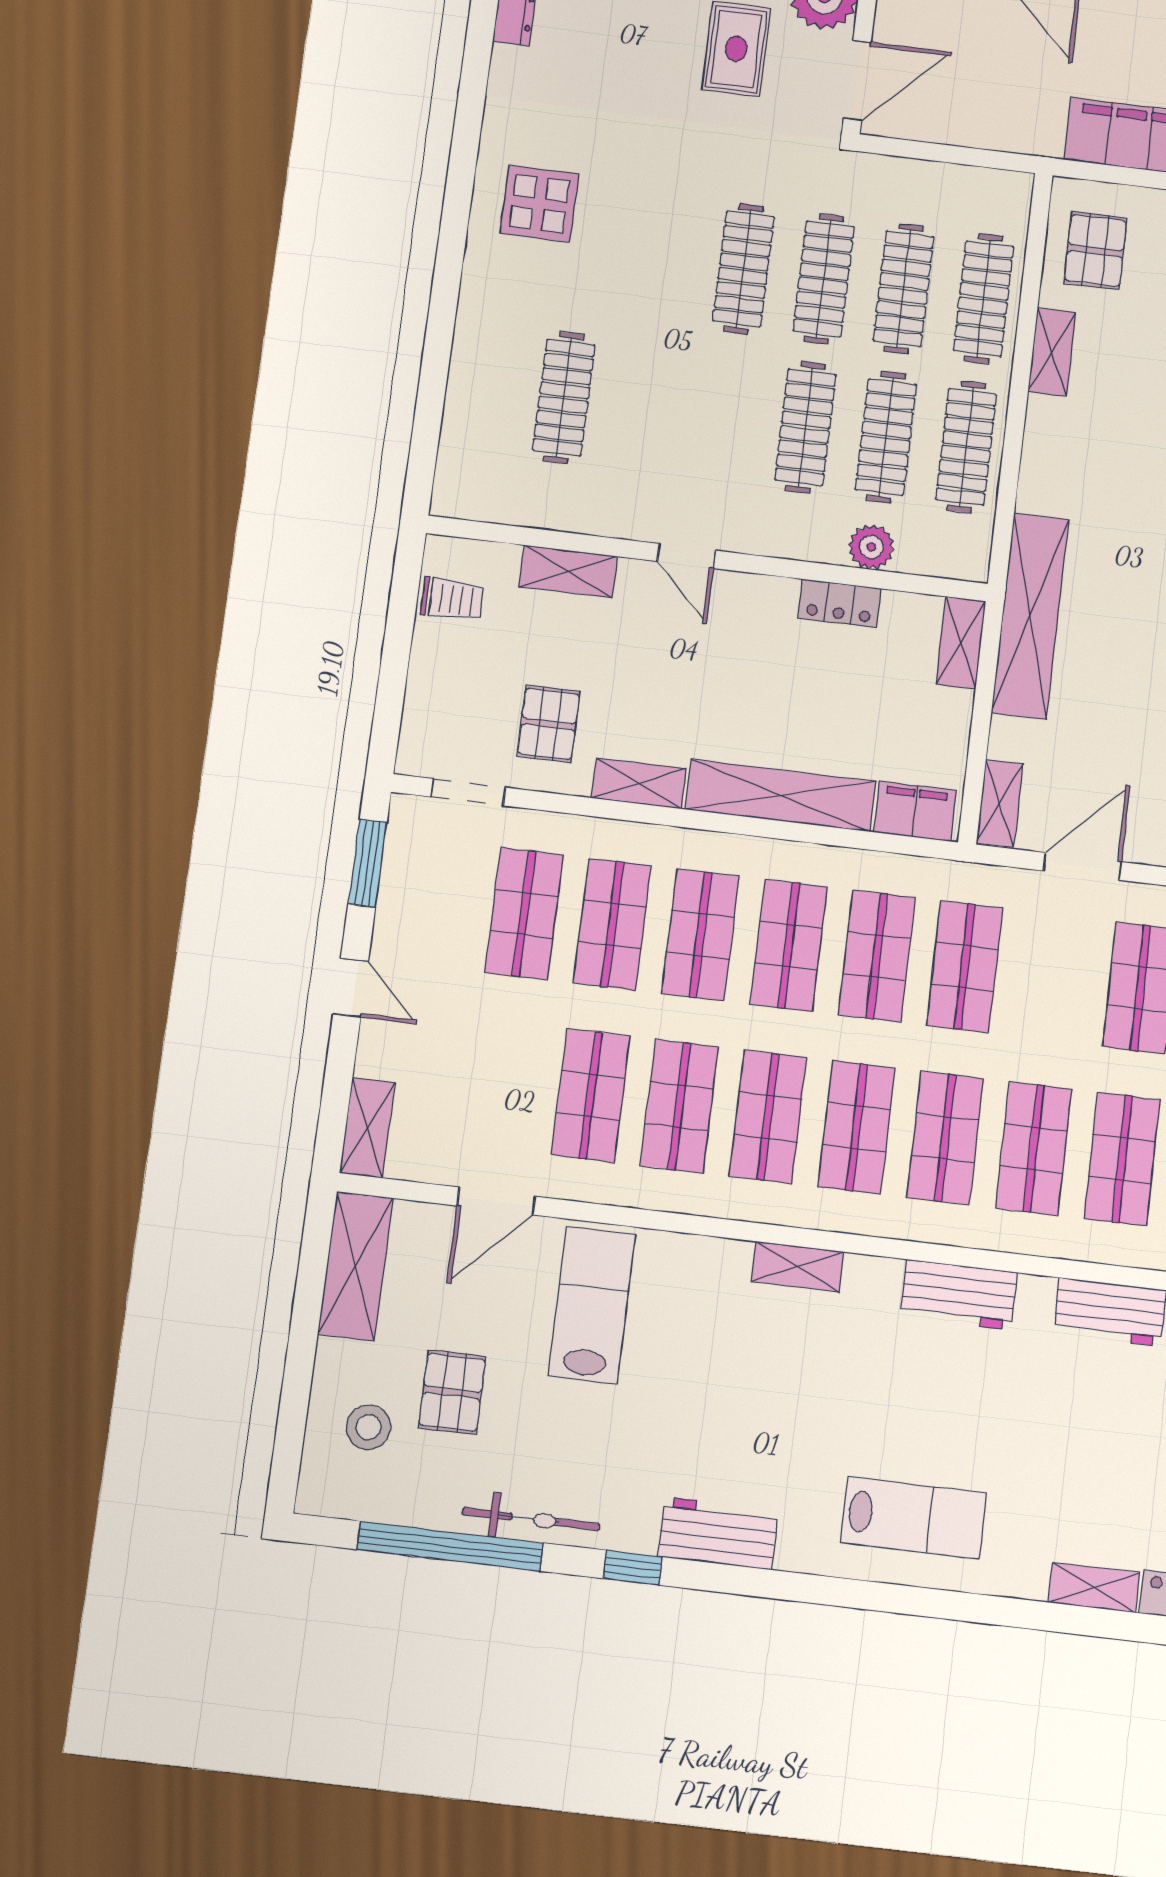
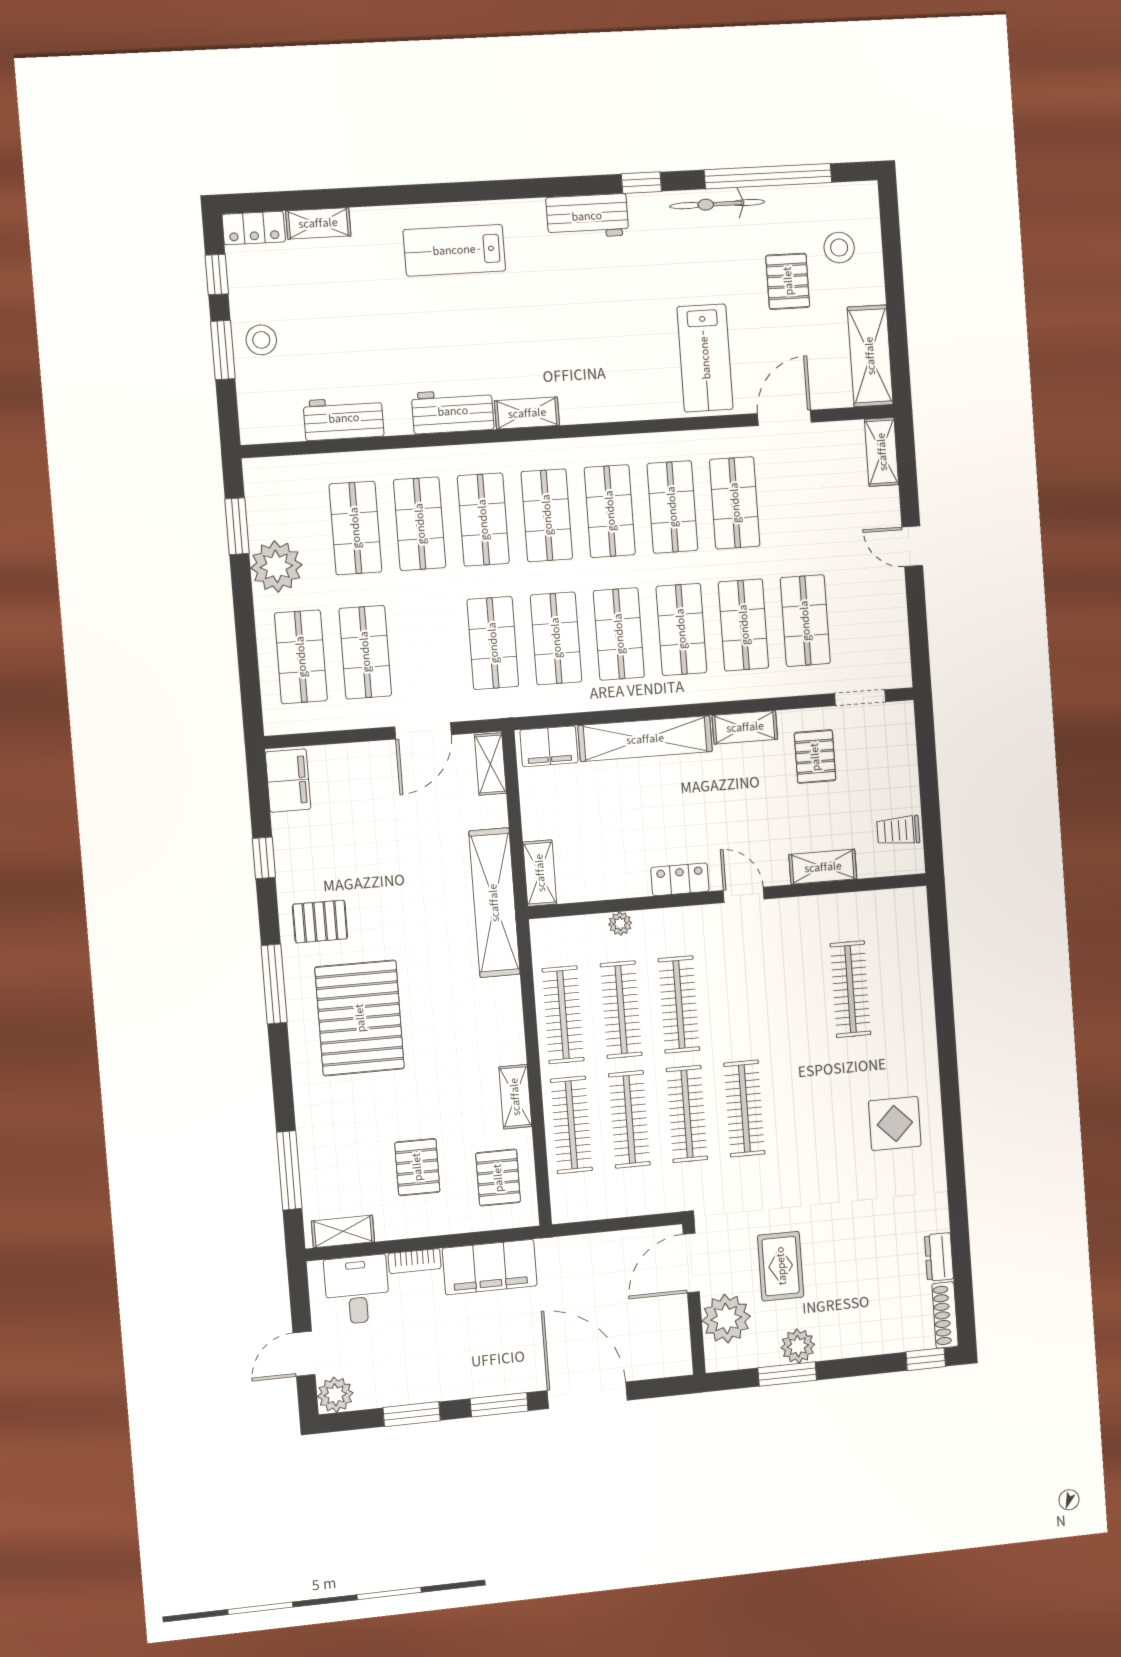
plant: (871, 547) -> (620, 924), width x0.73, depth x0.73
locker: (840, 603) -> (680, 879), moved
window: (367, 863) -> (918, 635), removed
shelving: (797, 1267) -> (527, 413), moved

